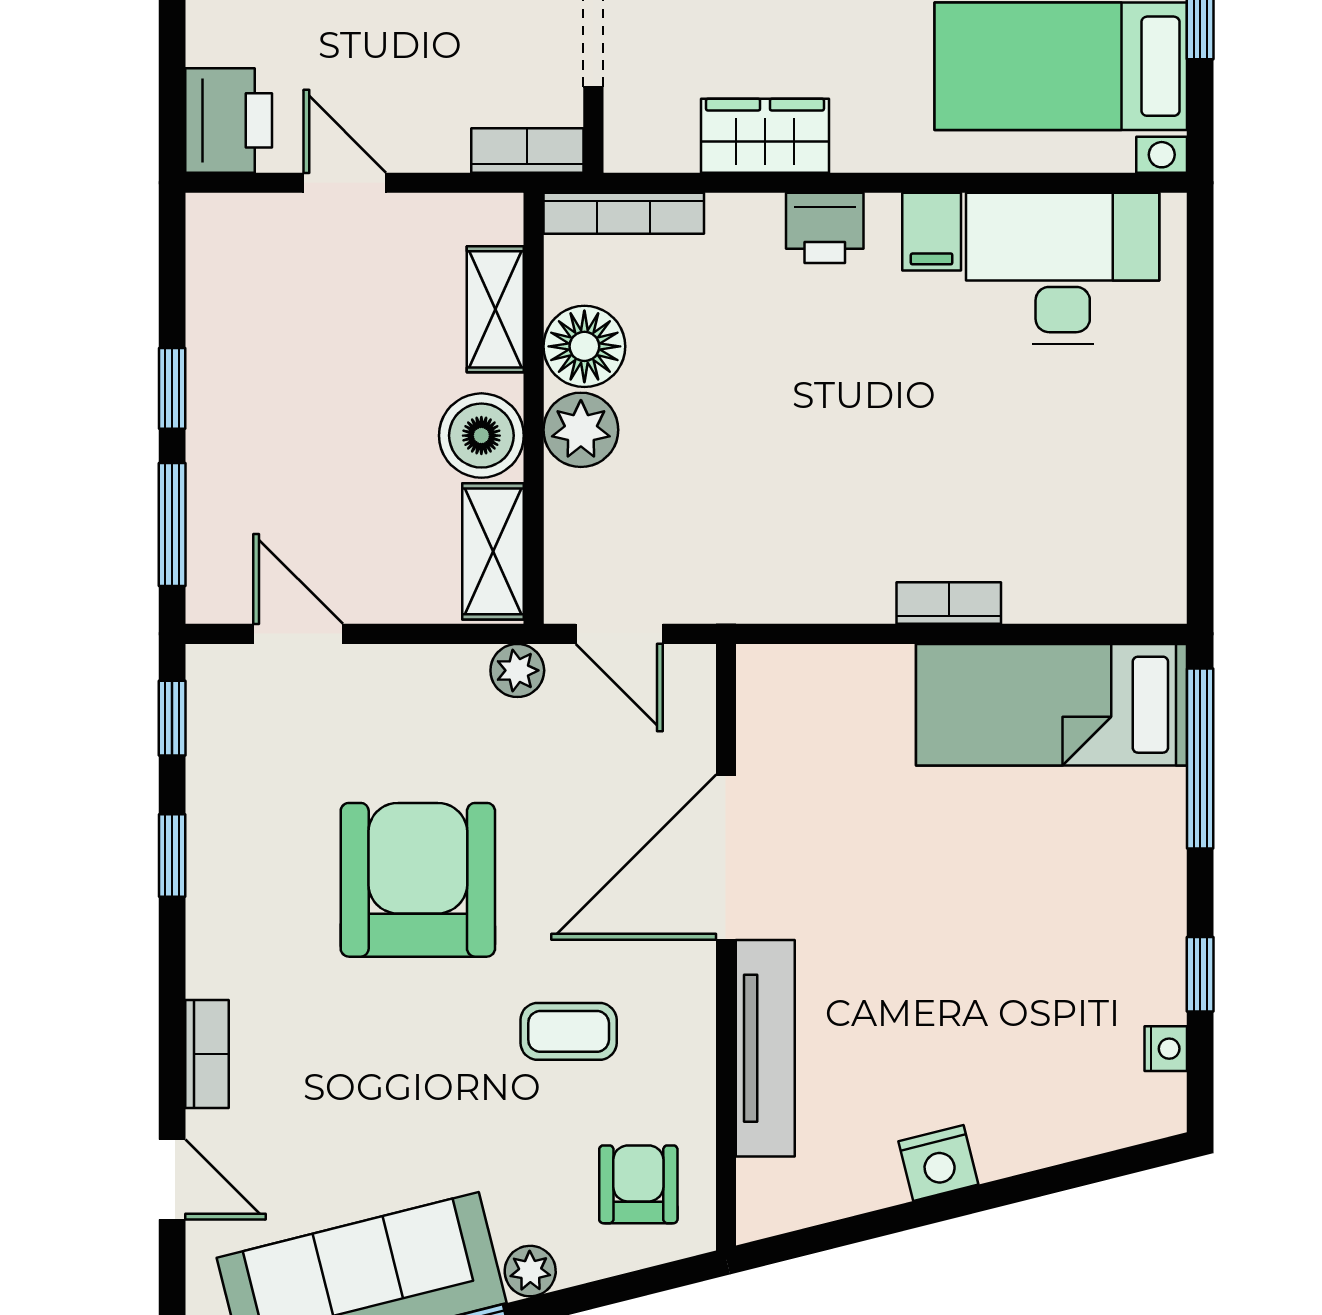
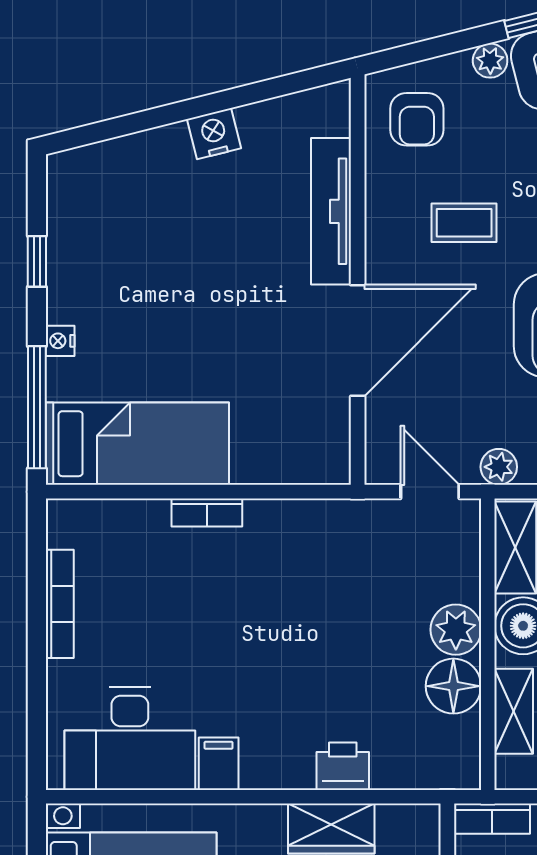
bookcase: (624, 213) -> (60, 604), moved, turned 90
printer: (825, 228) -> (343, 766), moved
nightstand: (1166, 1049) -> (60, 341), moved

